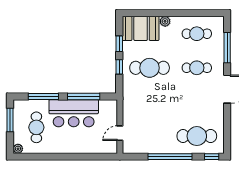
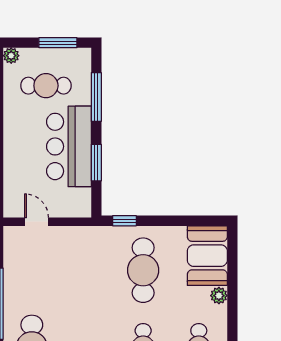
window: (119, 44) -> (182, 221), removed
window: (119, 67) -> (124, 221), moved
window: (84, 97) -> (96, 163), width x0.69

